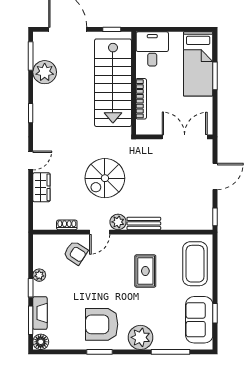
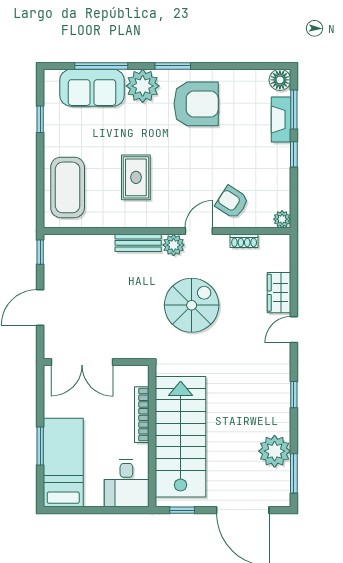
plant: (39, 275) -> (282, 219), moved
sofa: (199, 320) -> (92, 88), moved, turned 90
window: (100, 352) -> (173, 66), moved

